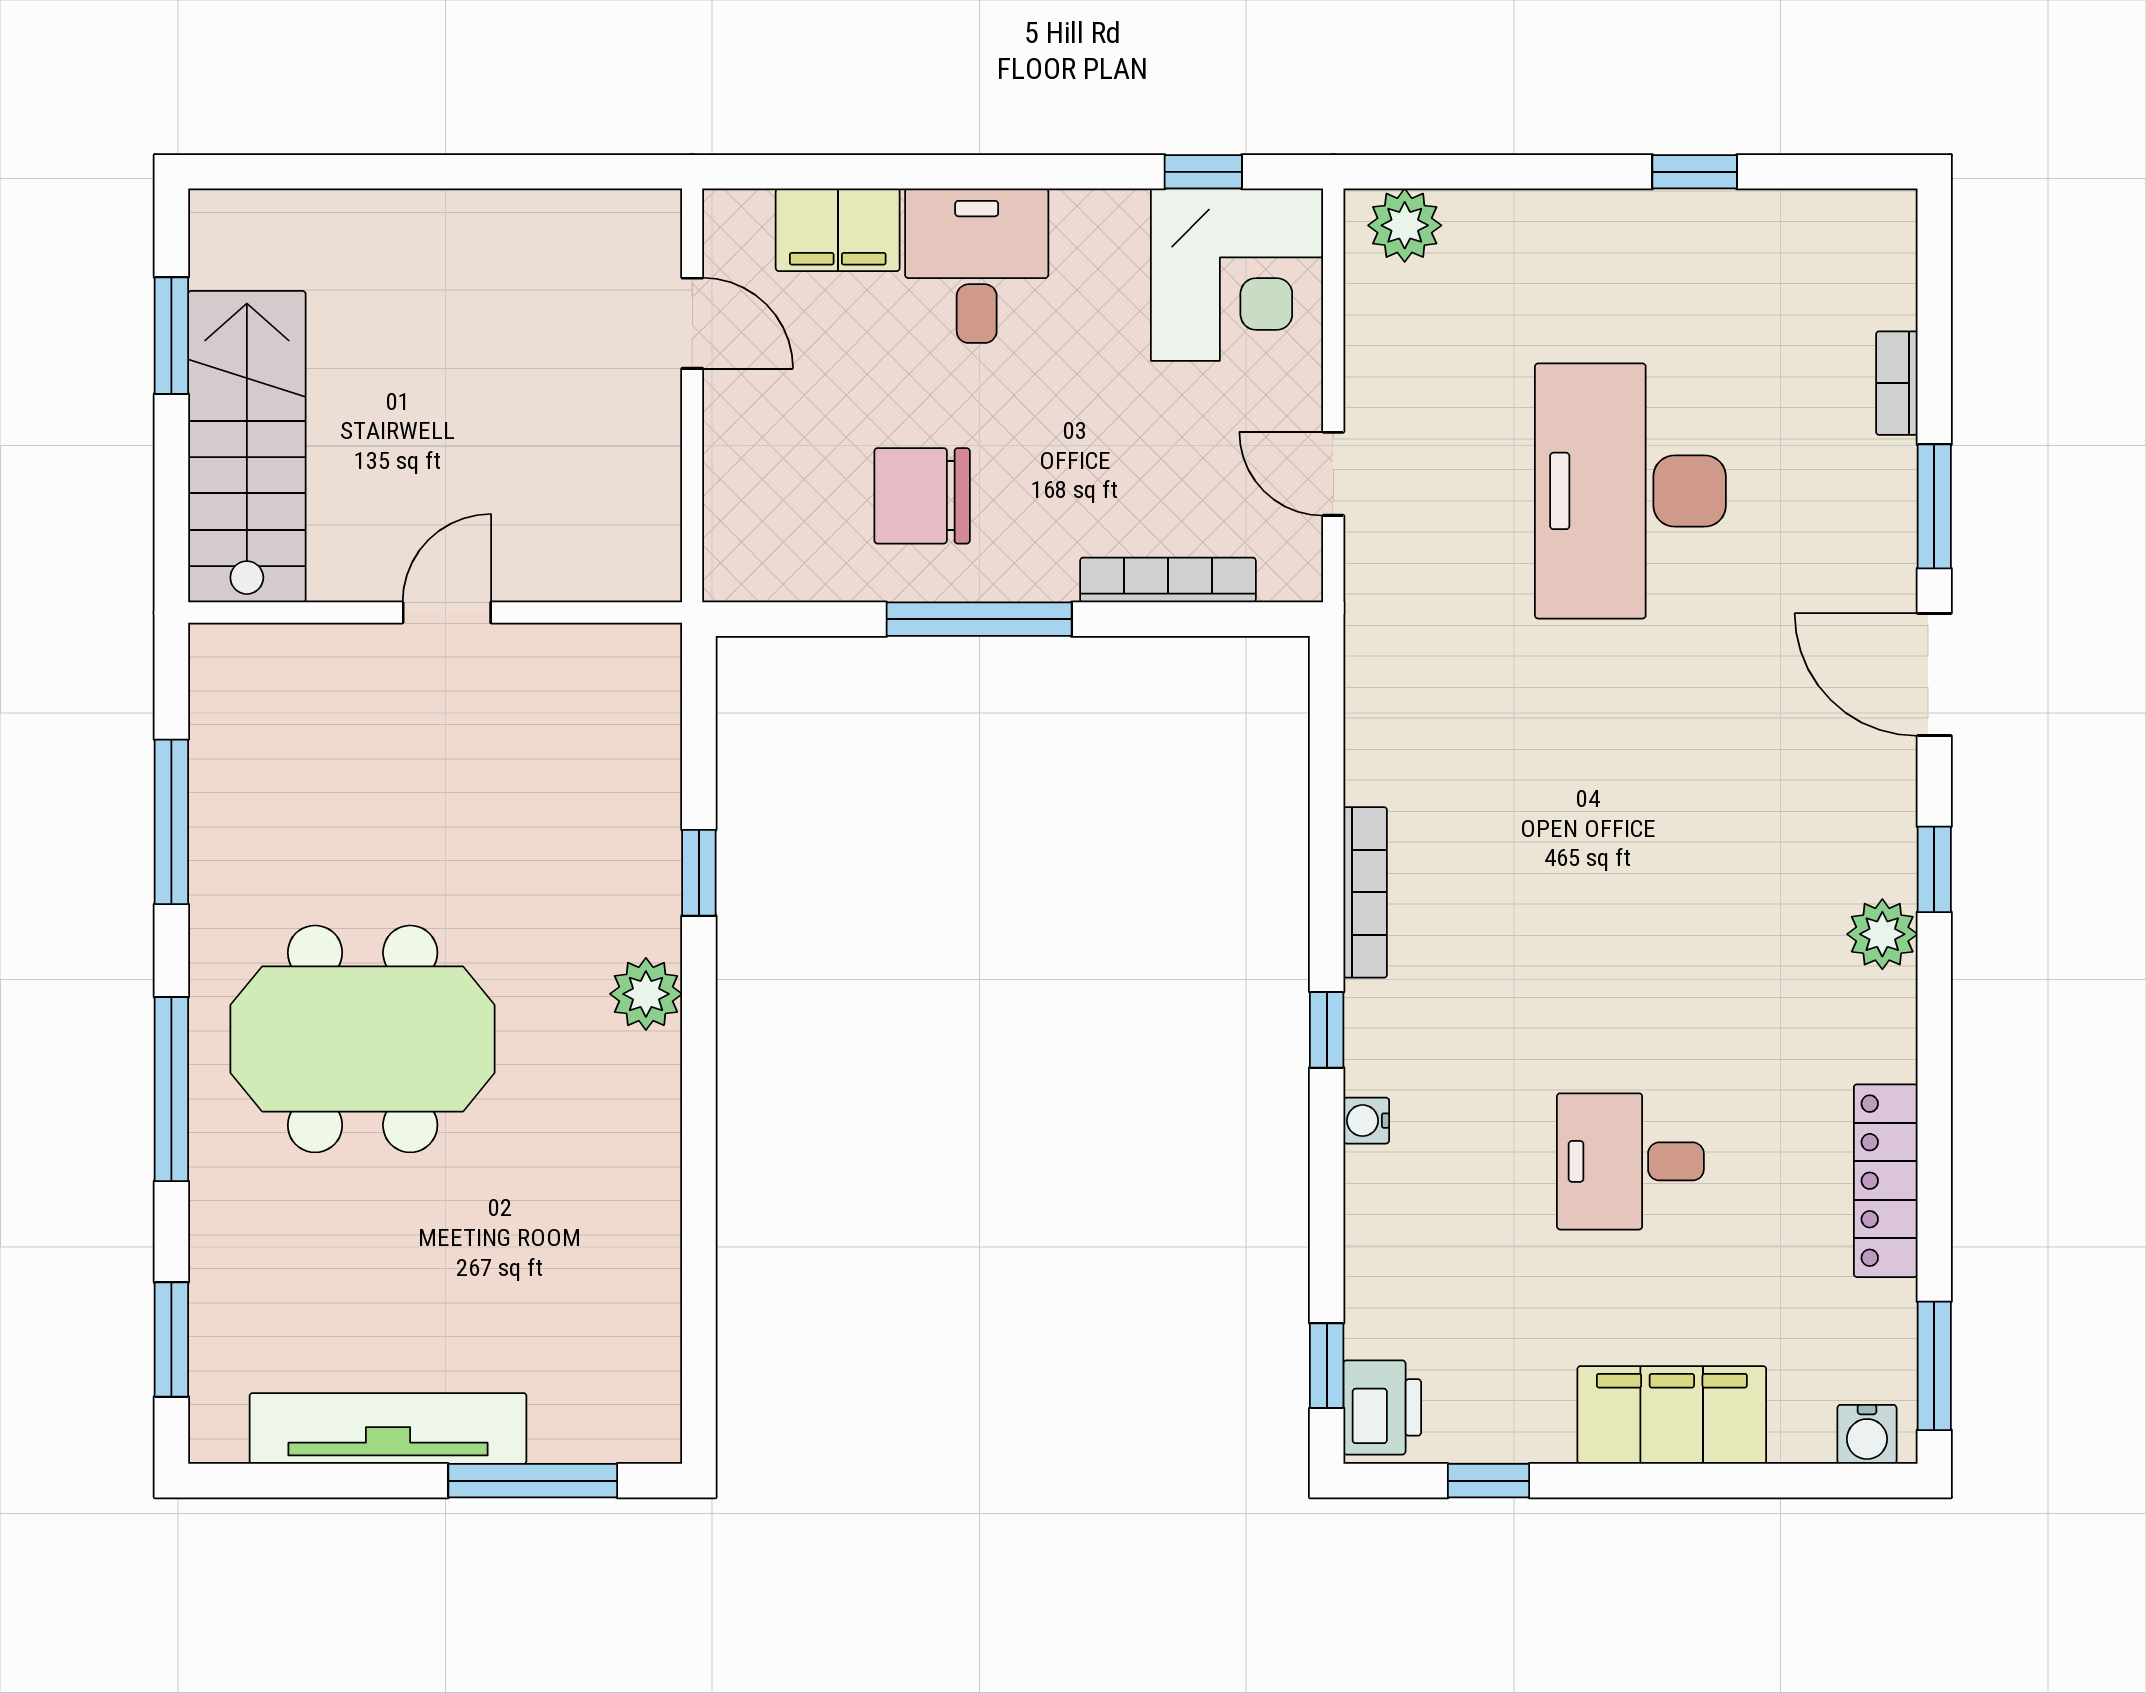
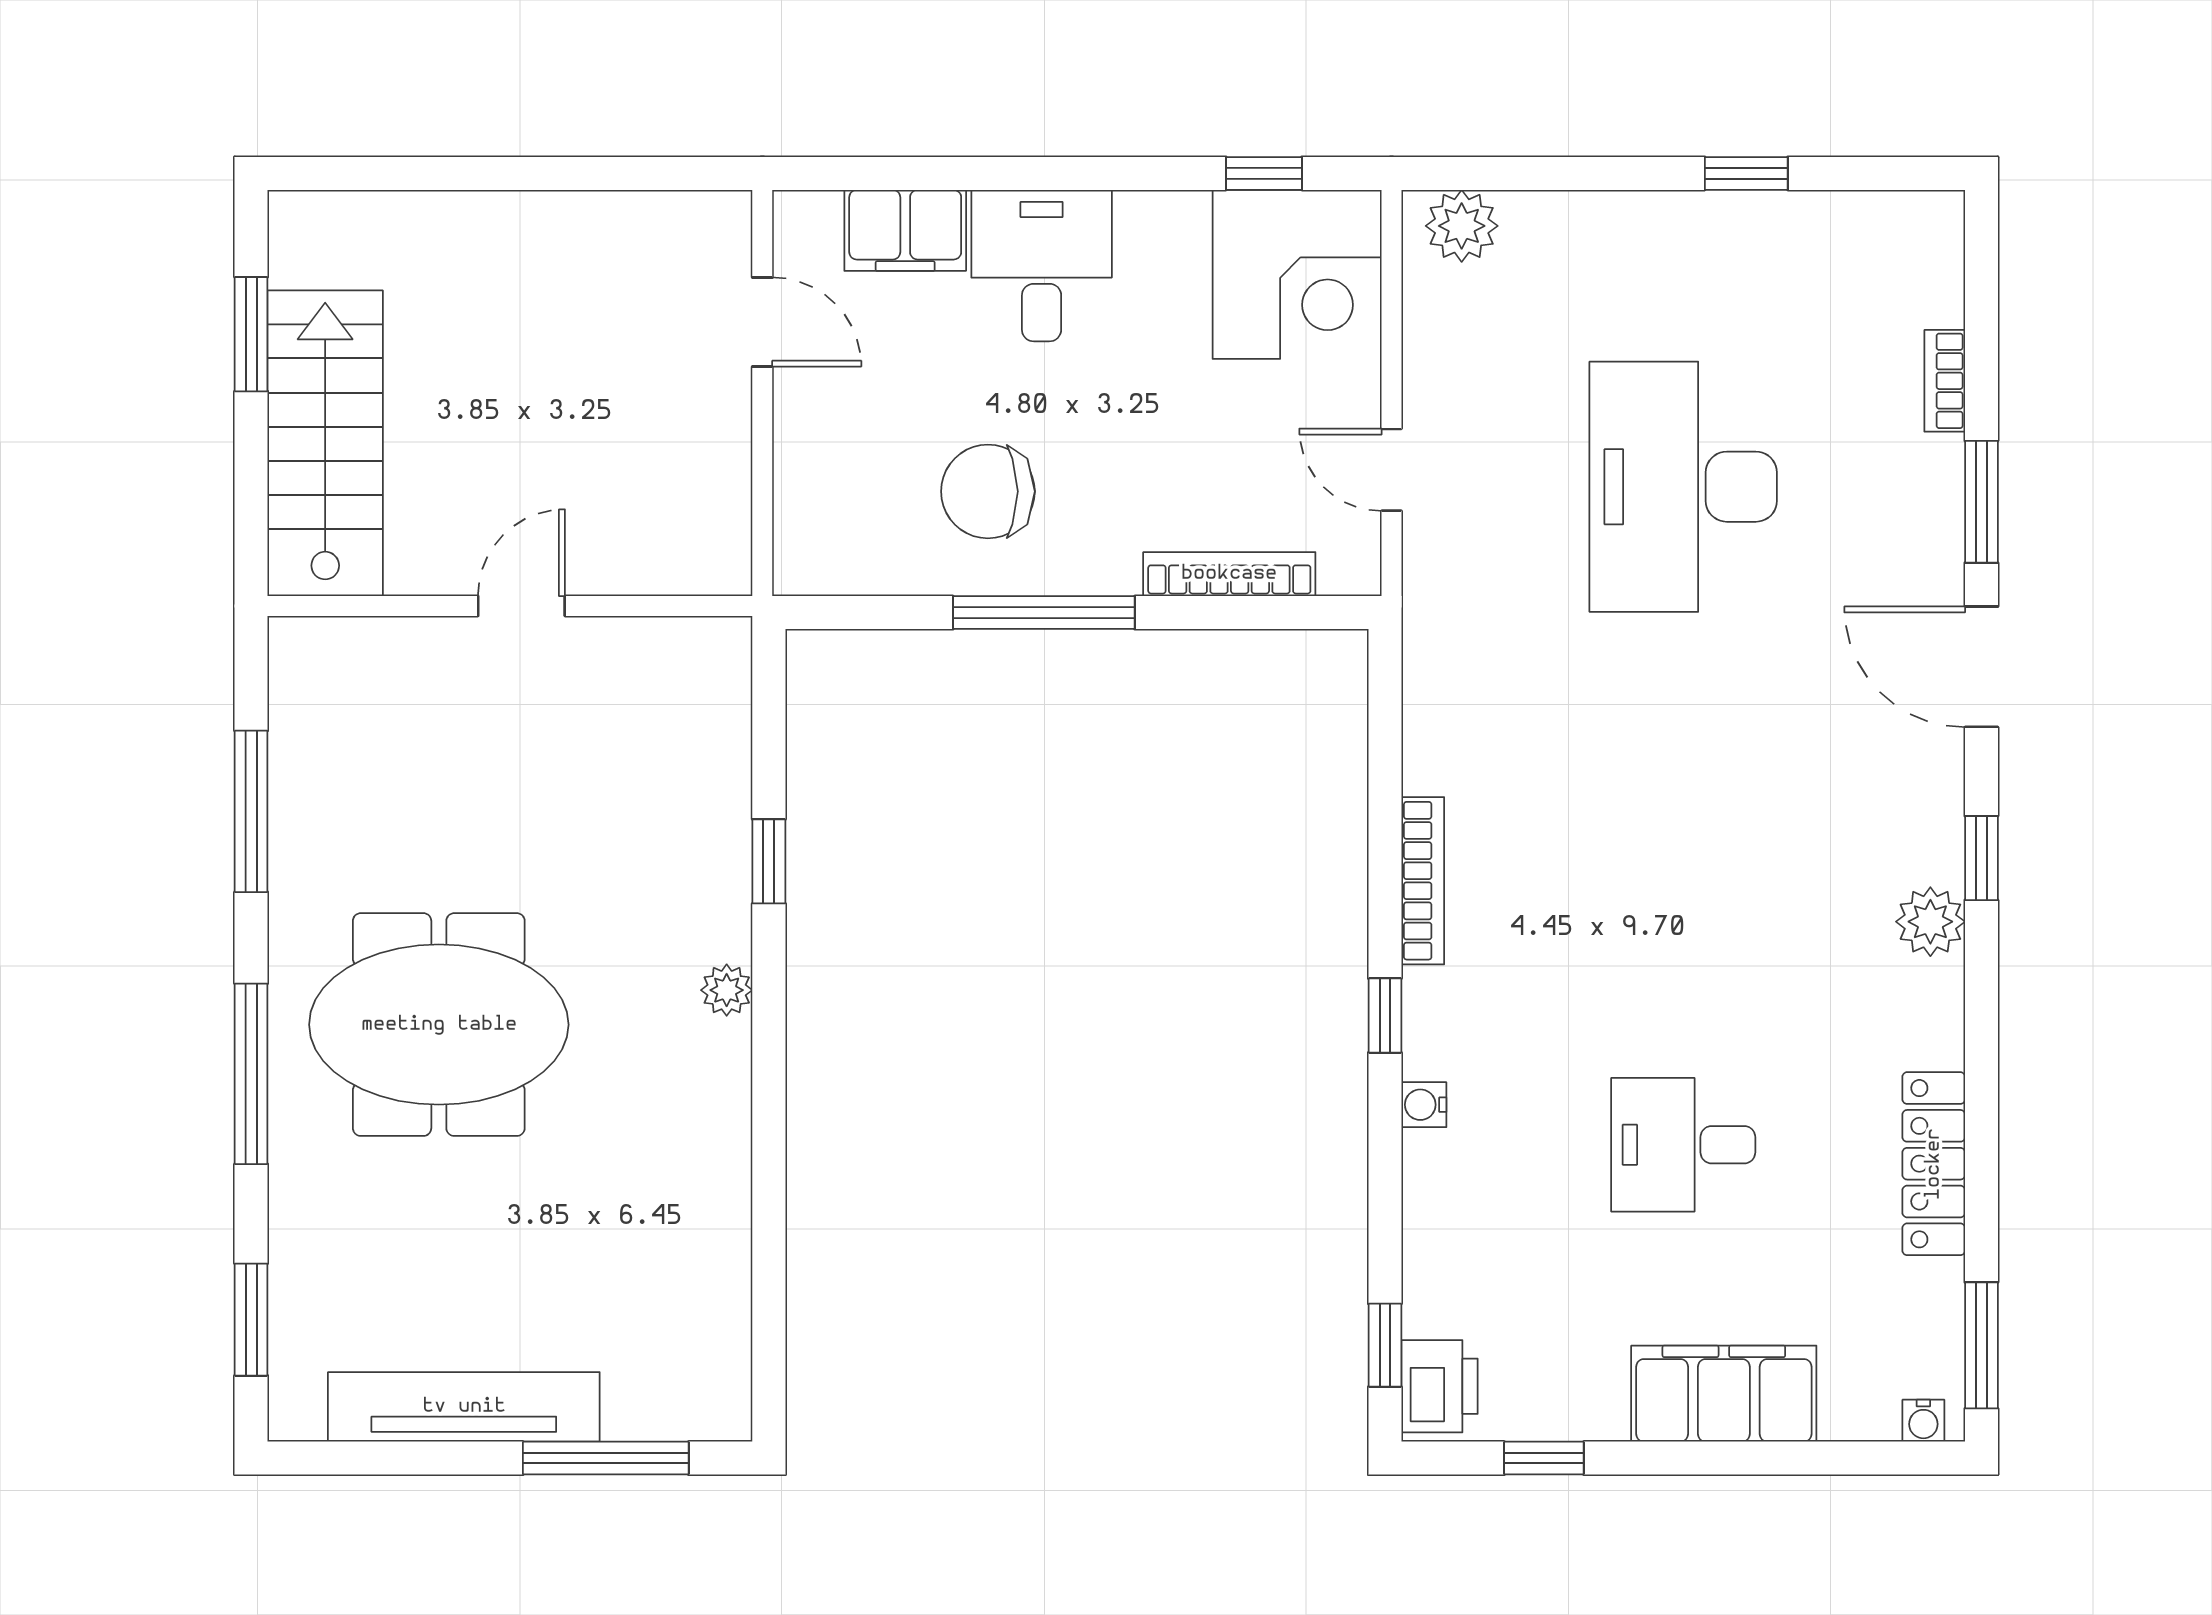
plant: (646, 994) -> (727, 990), width x0.73, depth x0.73
water cooler: (1867, 1434) -> (1923, 1421), width x0.72, depth x0.72

